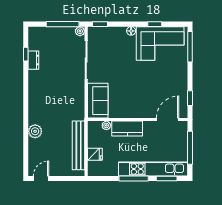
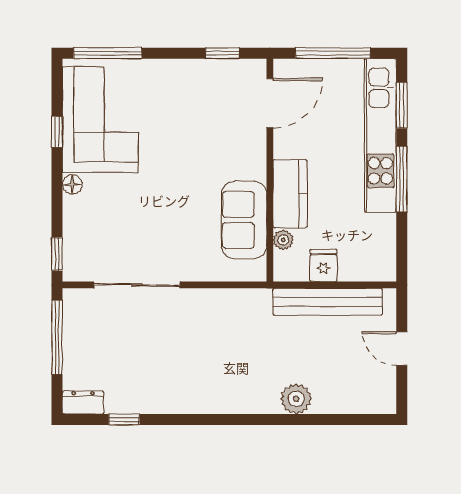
plant: (80, 31) -> (73, 299), removed
dresser: (33, 60) -> (83, 402), moved
sofa: (98, 101) -> (244, 220), moved, turned -90
door: (168, 119) -> (270, 103), swing flipped
fridge: (95, 154) -> (324, 266), moved
door: (41, 179) -> (402, 348), moved

